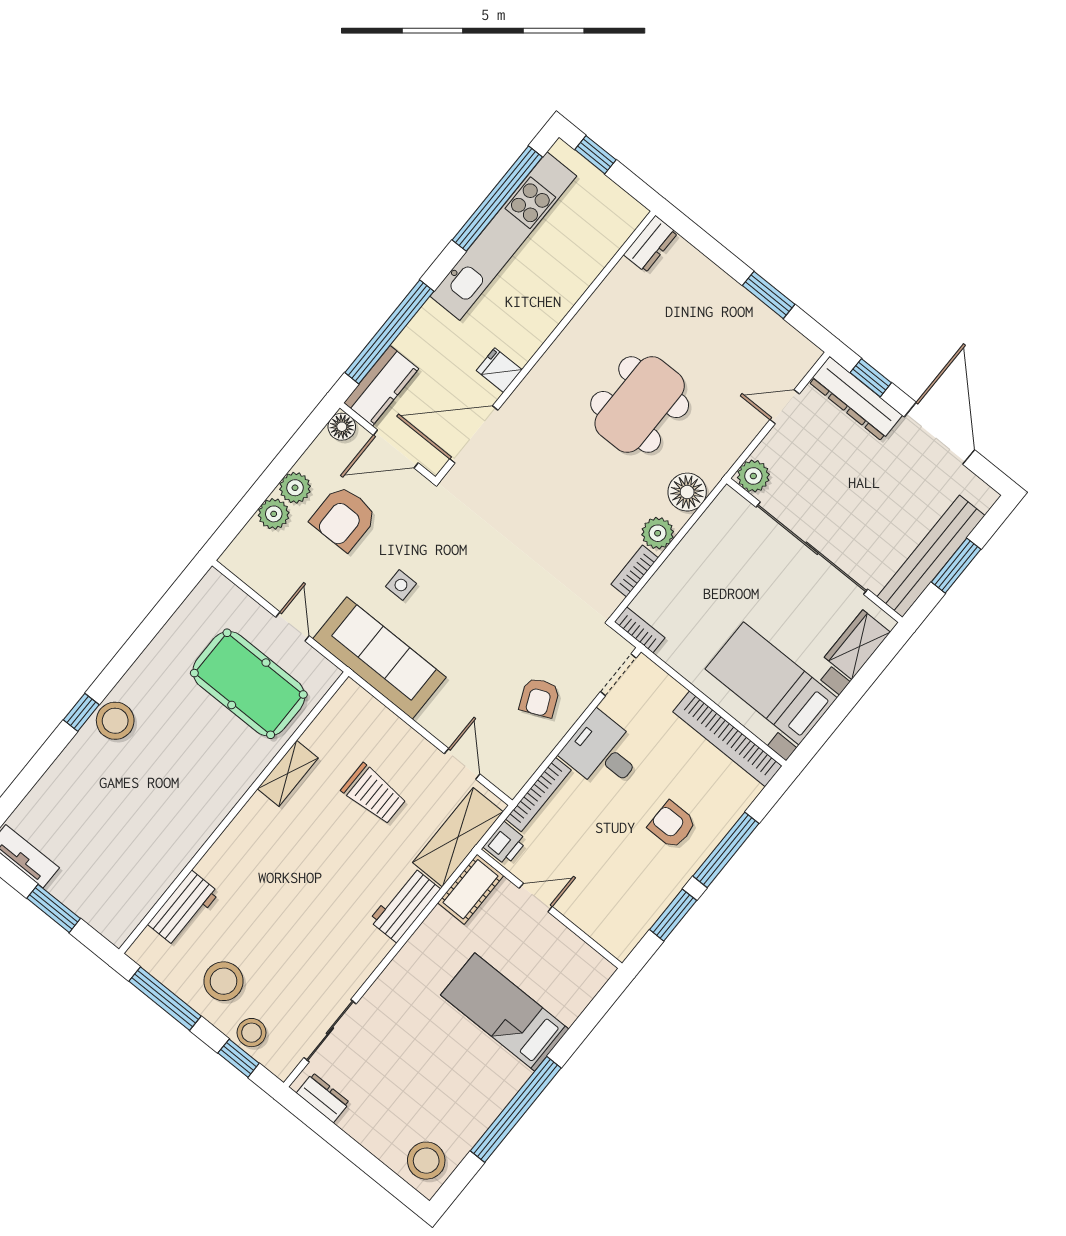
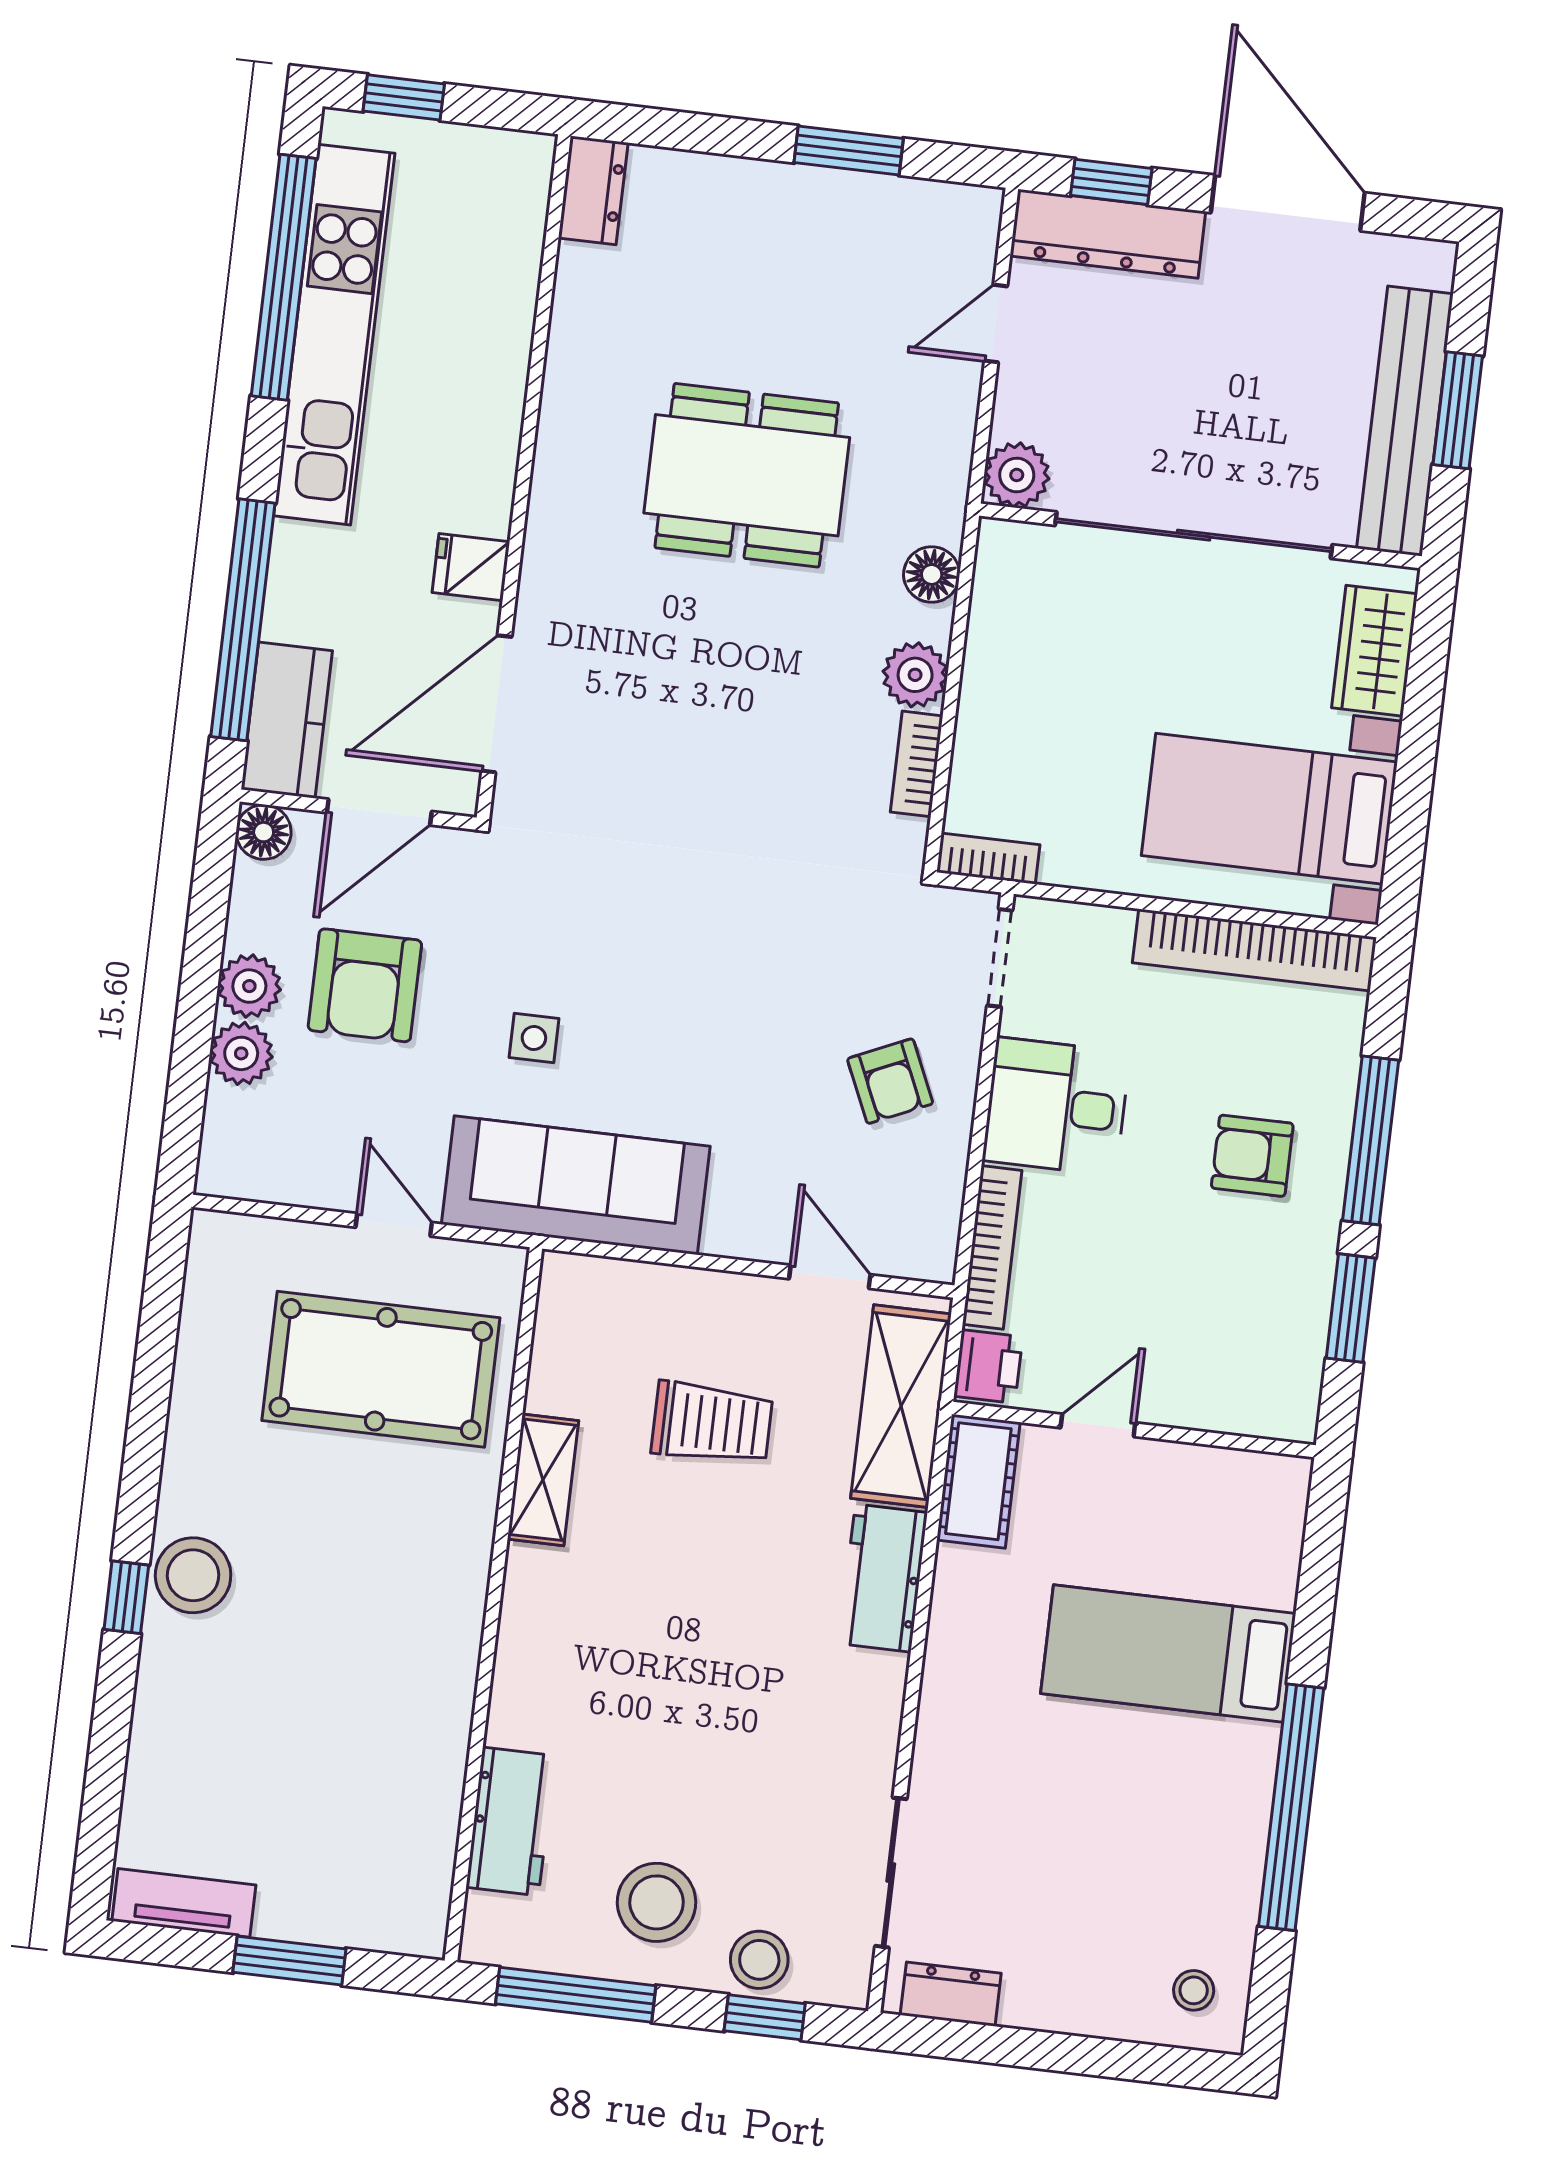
dining table: (640, 405) -> (747, 475), turned 90
floor lamp: (687, 492) -> (932, 574), width x0.73, depth x0.73
stool: (426, 1161) -> (1194, 1990), width x0.53, depth x0.53

